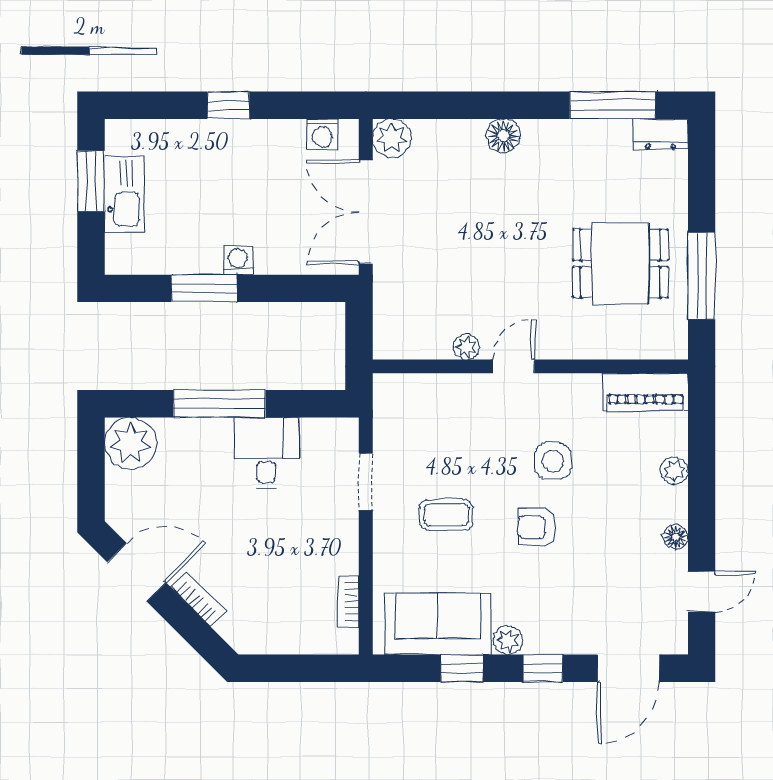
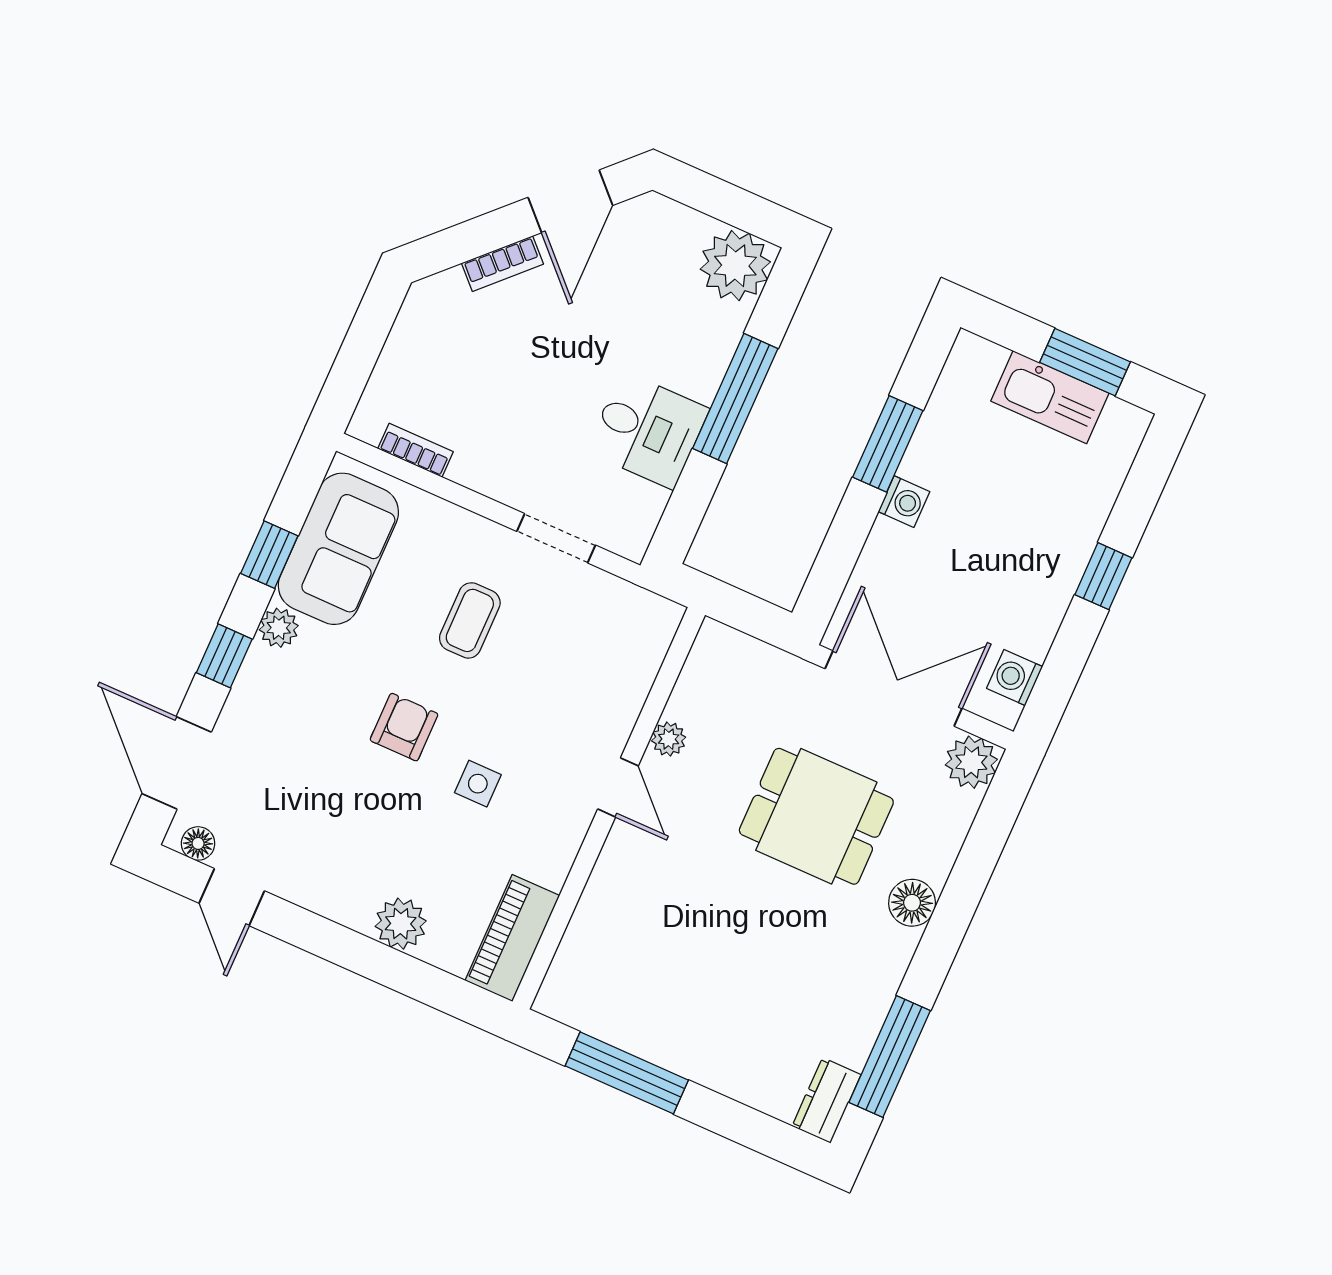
dining table: (620, 264) -> (816, 816), moved, turned 90
side table: (553, 461) -> (478, 784), width x0.73, depth x0.73
plant: (674, 471) -> (401, 924), width x1.38, depth x1.38
floor lamp: (676, 537) -> (198, 843), moved

